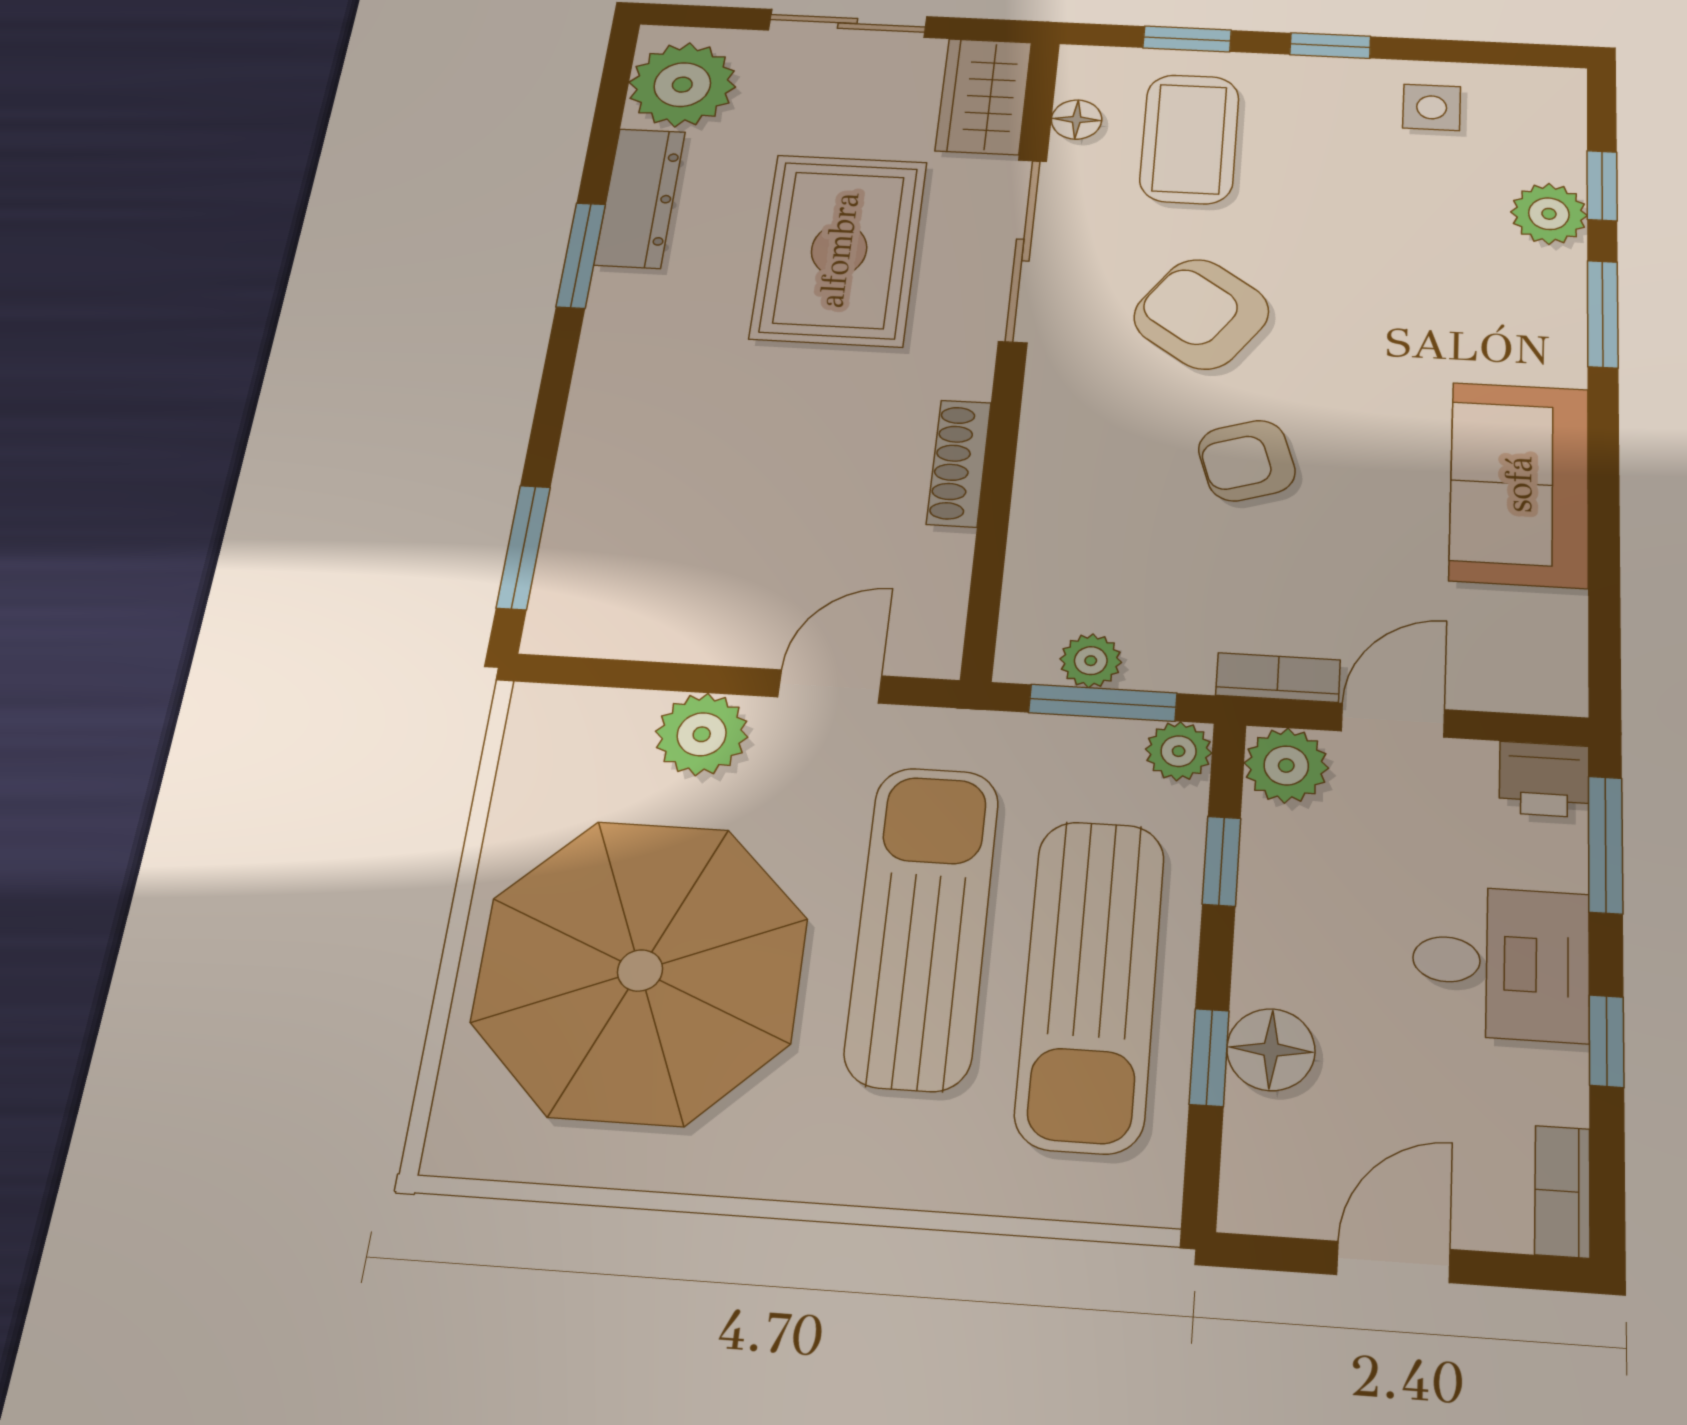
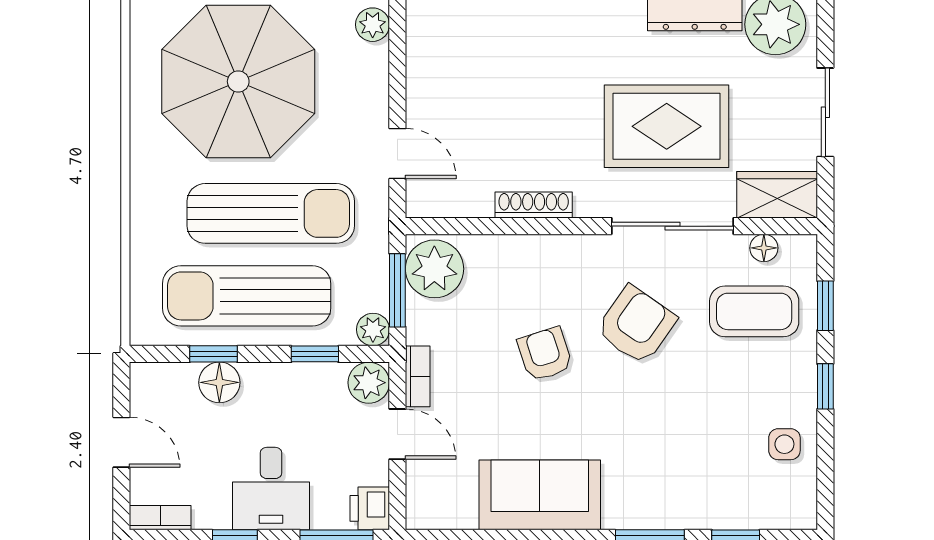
plant: (1549, 214) -> (715, 509), removed
plant: (1091, 661) -> (434, 269), width x1.88, depth x1.88
plant: (702, 734) -> (373, 25), moved, width x0.73, depth x0.73

